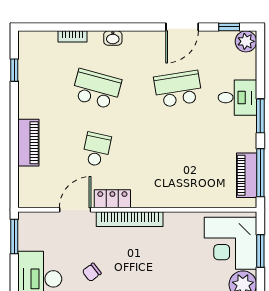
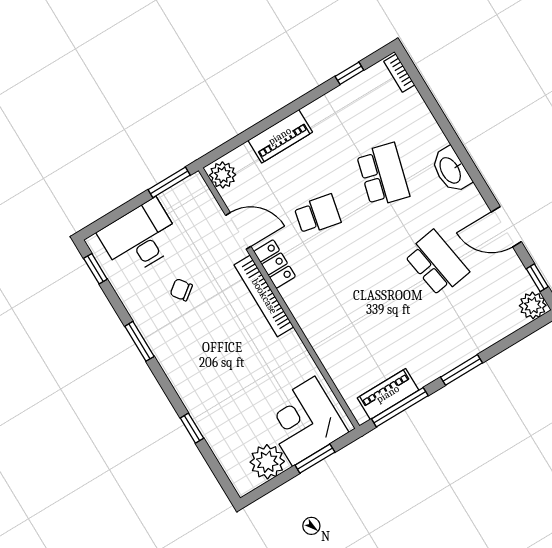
bookcase: (72, 36) -> (399, 73), moved
washbasin: (113, 38) -> (451, 170), width x1.91, depth x1.45
desk: (237, 98) -> (466, 333), removed
plant: (31, 197) -> (223, 175), added

